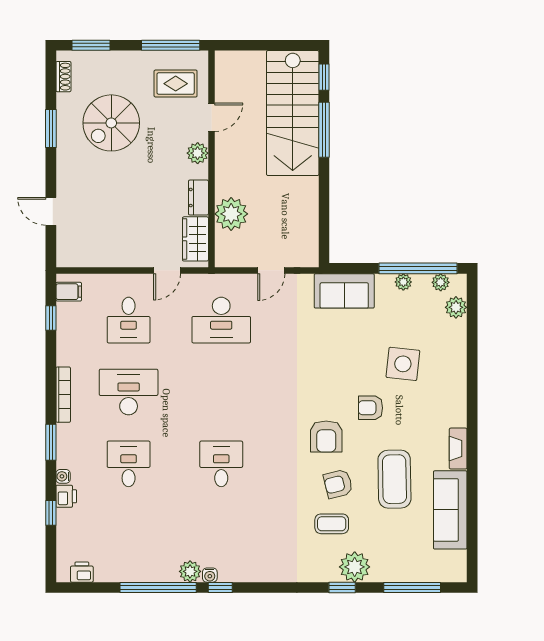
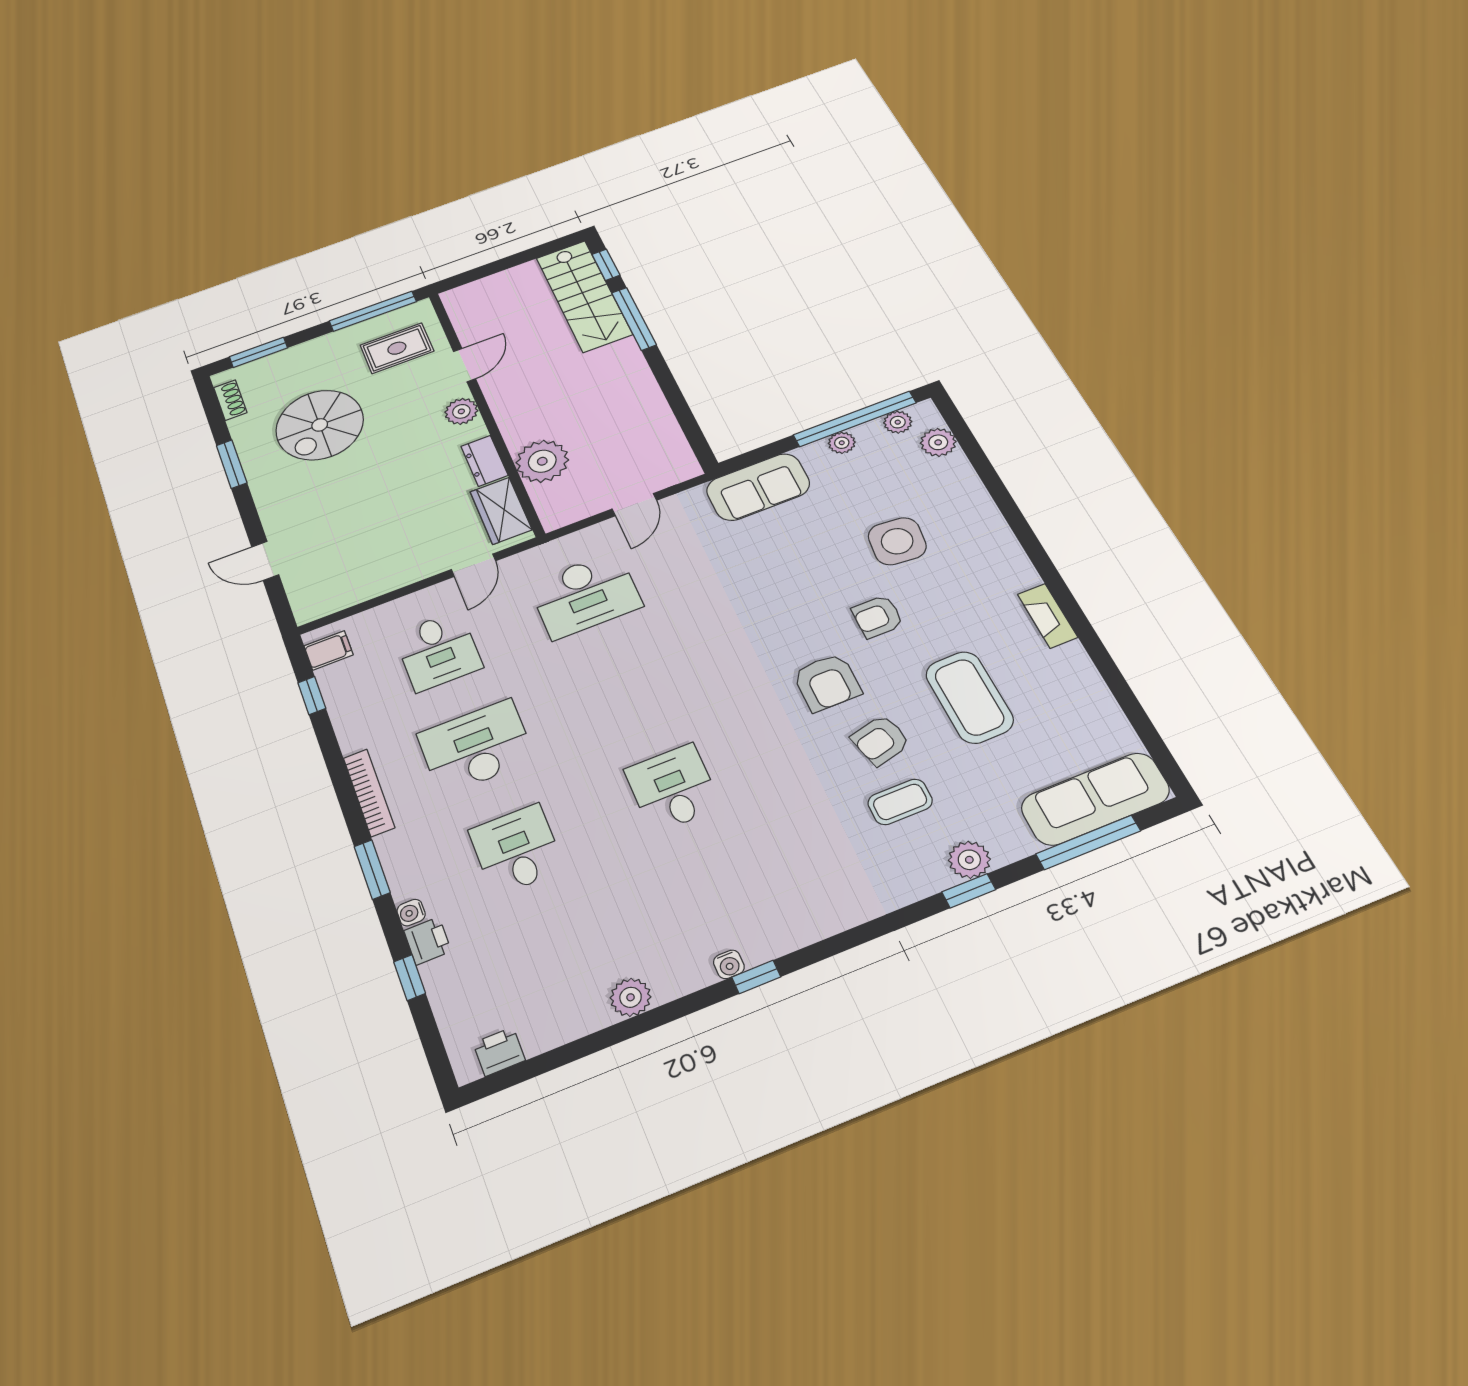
stairs: (293, 113) -> (584, 296), width x0.73, depth x0.66
sofa: (450, 510) -> (1095, 799), moved, turned 90
plant: (355, 567) -> (969, 860), width x0.73, depth x0.73
plant: (190, 571) -> (631, 997), moved
window: (158, 587) -> (646, 1022), removed

